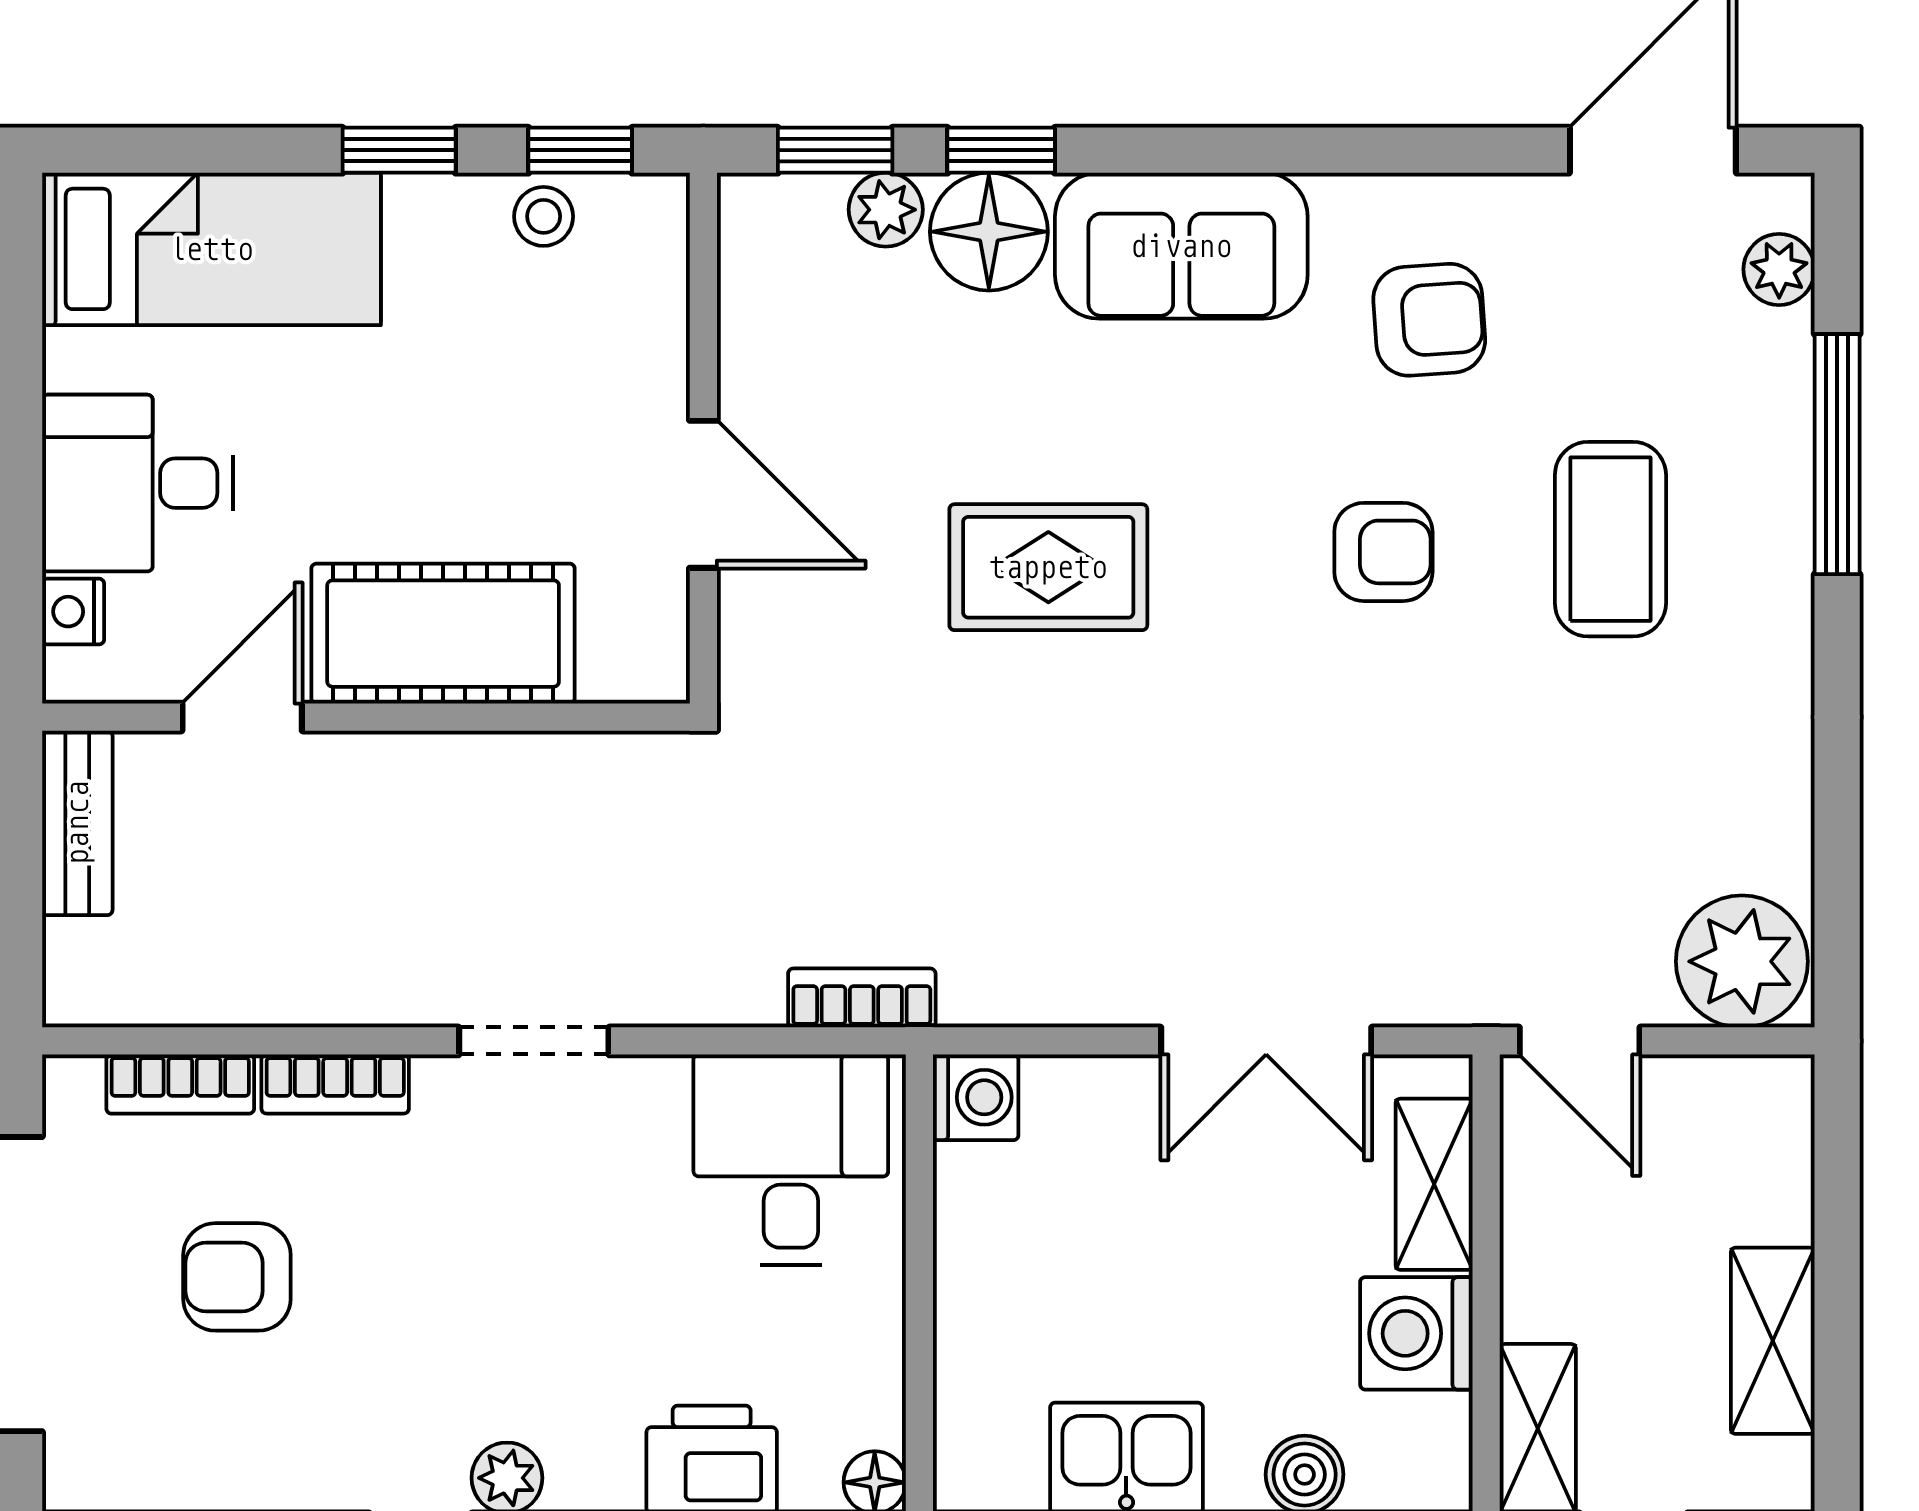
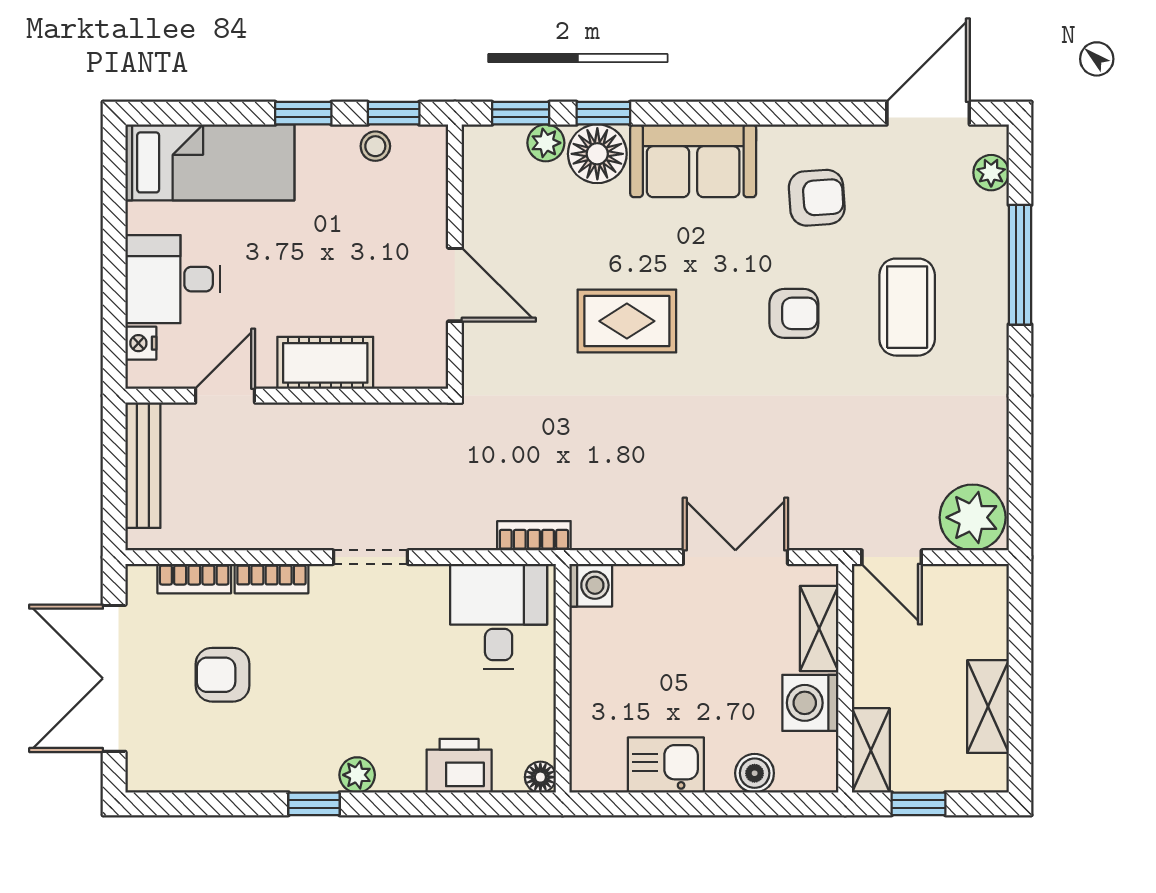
cot: (443, 634) -> (325, 363), width x0.73, depth x0.75
bench: (77, 823) -> (143, 465), width x1.36
double door: (1266, 1041) -> (735, 557), swing flipped

